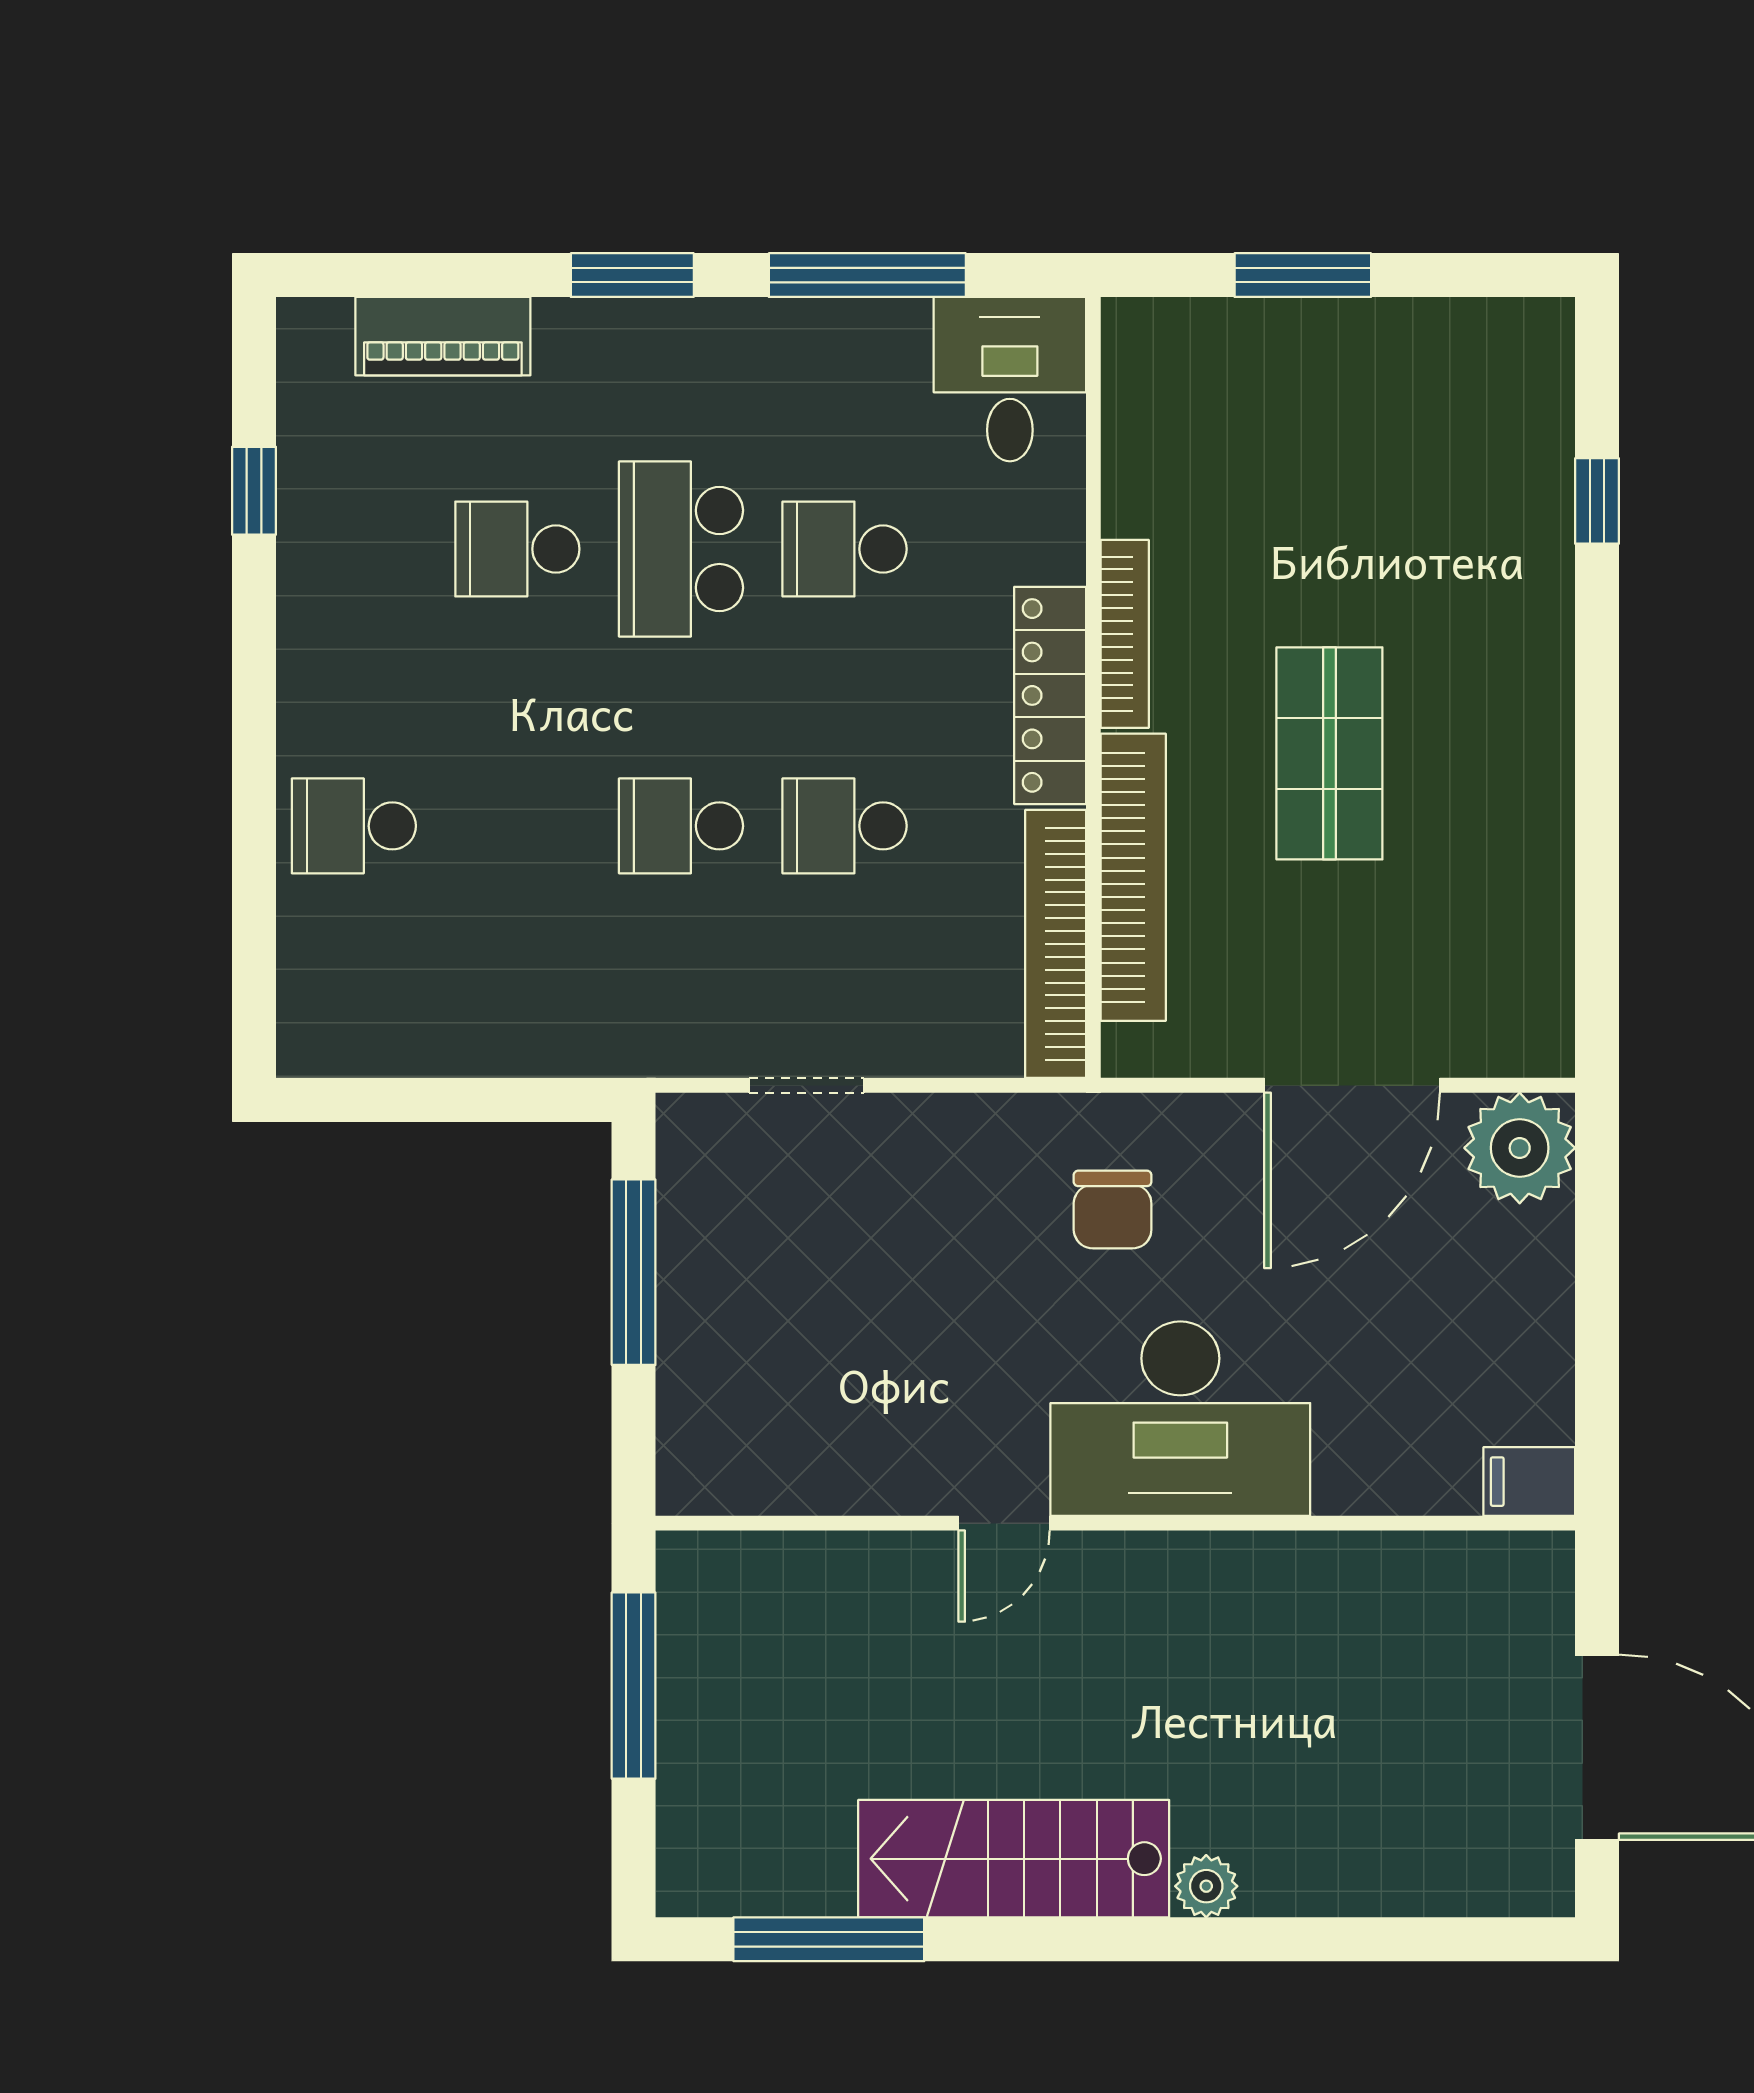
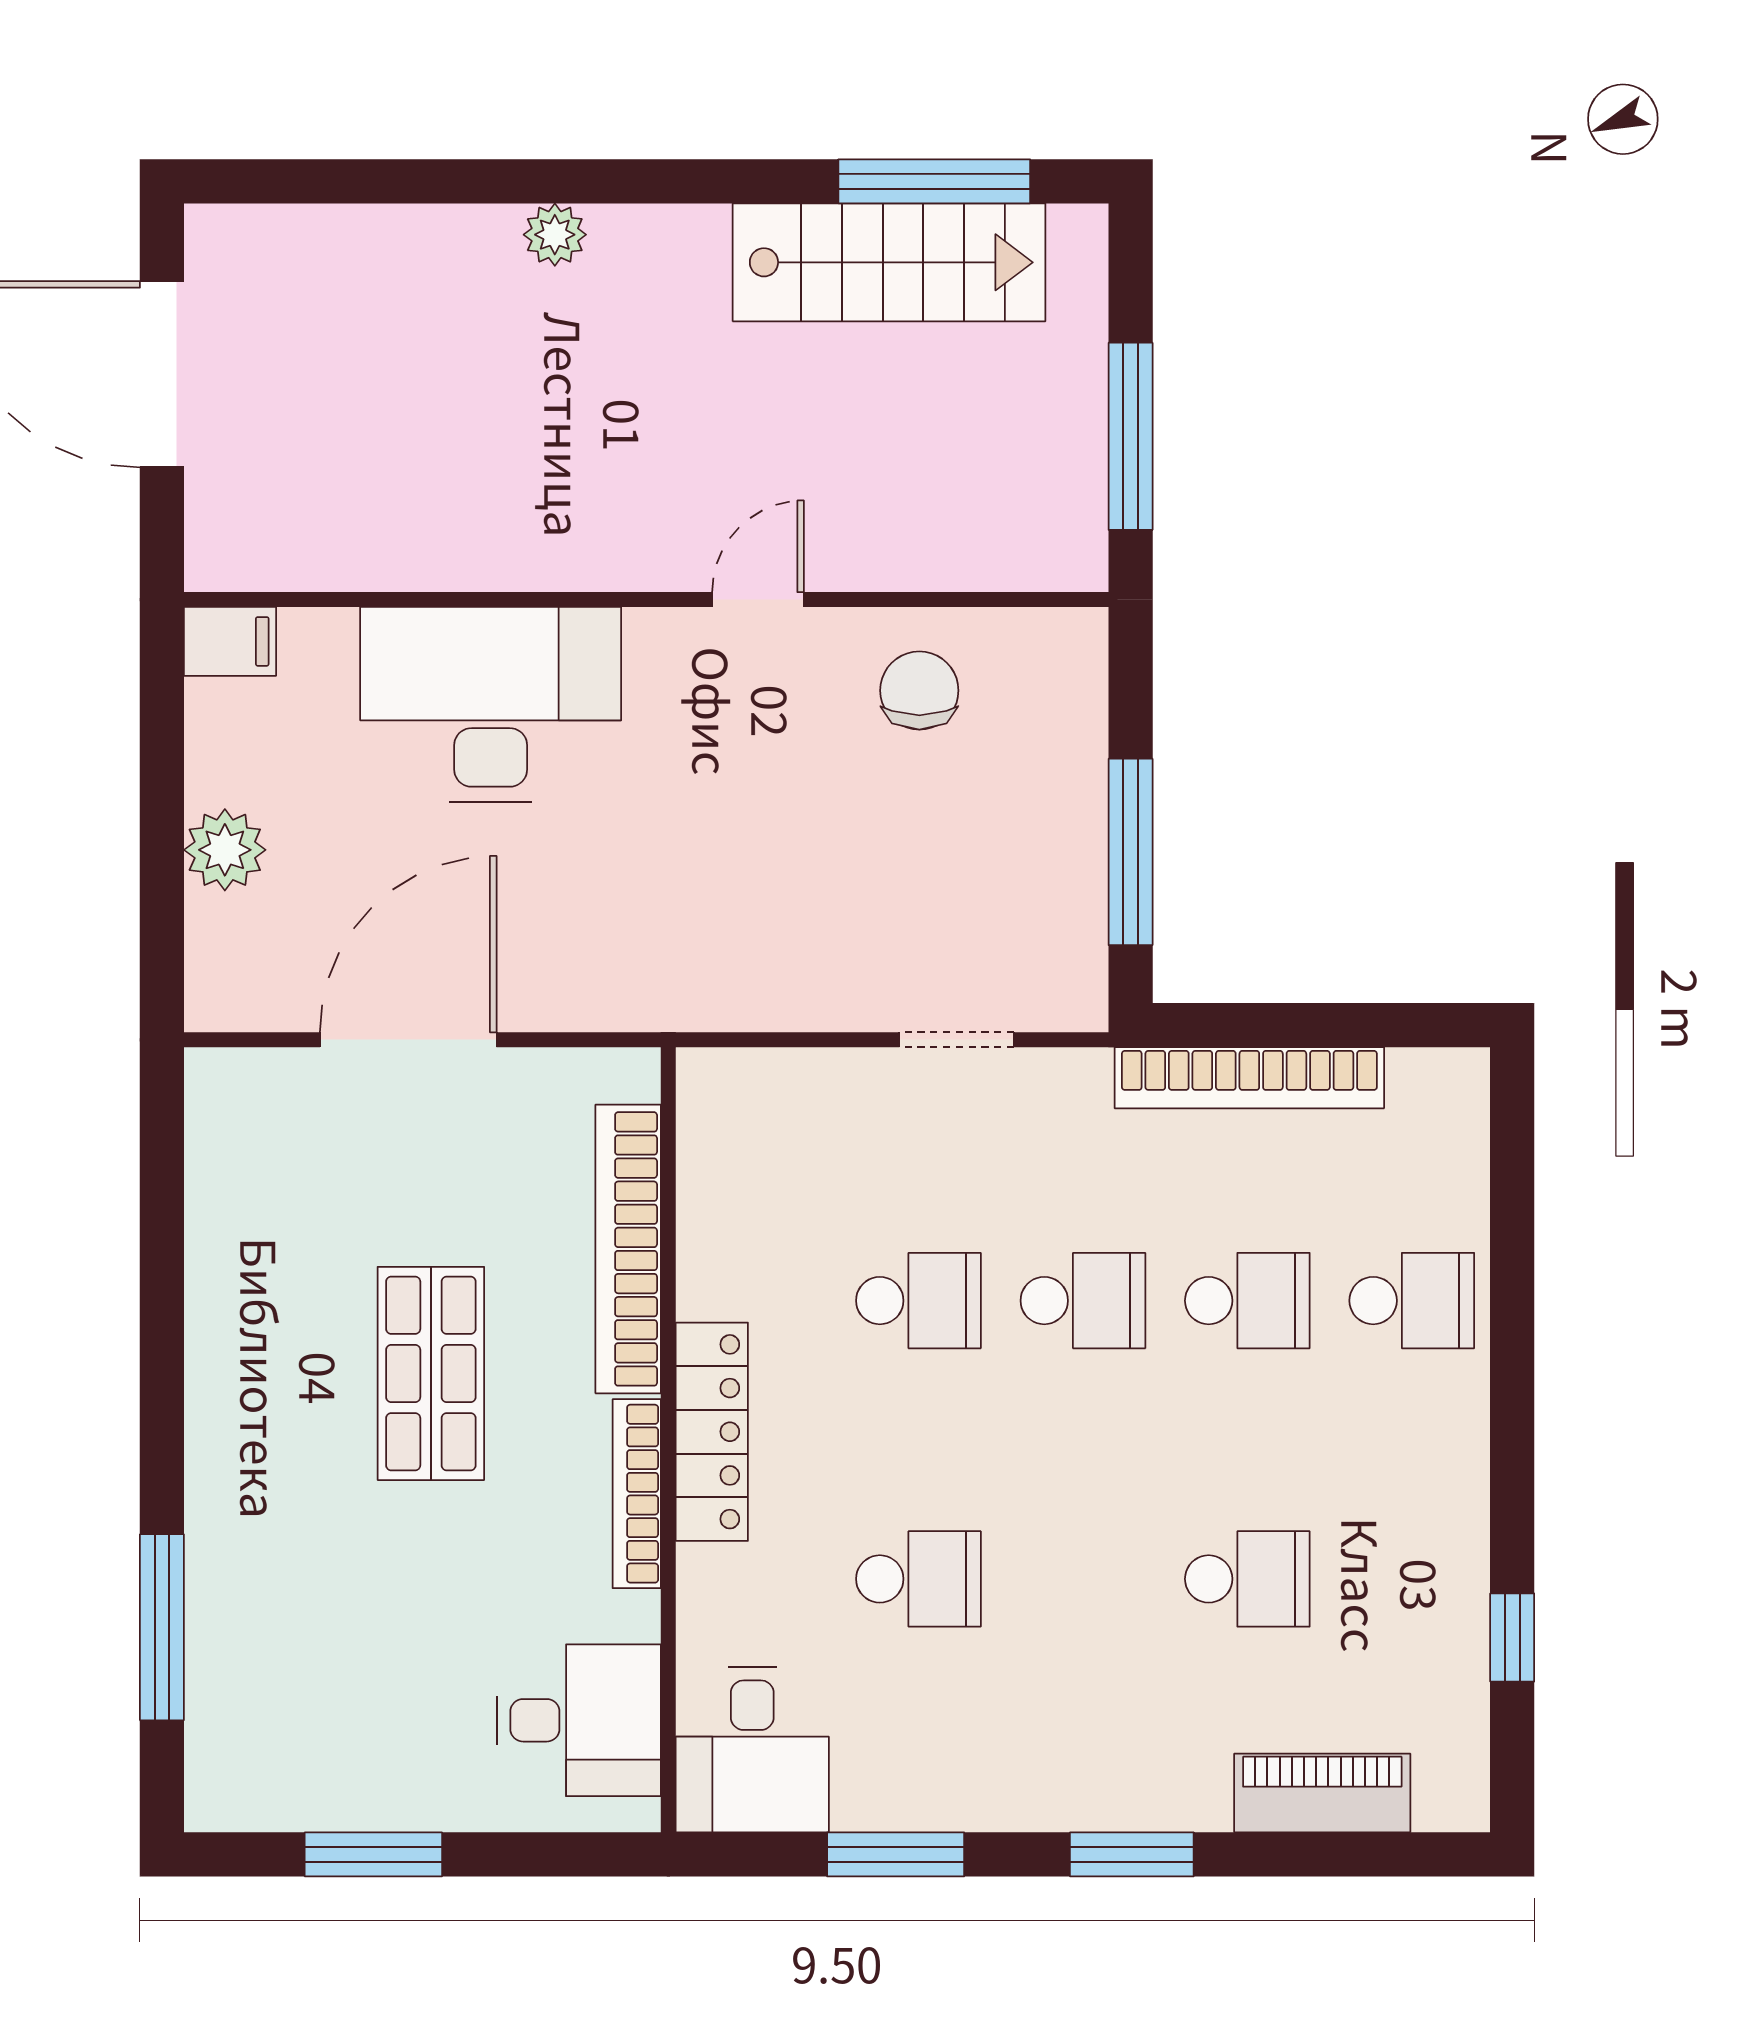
window: (867, 275) -> (896, 1854), width x0.69
window: (1303, 275) -> (373, 1854), moved
desk: (1182, 408) -> (579, 1720), added
window: (1597, 501) -> (162, 1627), width x2.17
school desk: (681, 549) -> (1247, 1301), moved, width x0.54
bookcase: (1056, 944) -> (1249, 1078), moved, turned 90
plant: (1520, 1148) -> (225, 850), moved, width x0.73, depth x0.73
chair: (1113, 1210) -> (919, 690), moved
desk: (1180, 1419) -> (491, 705), moved
stairs: (1014, 1859) -> (889, 262), moved

